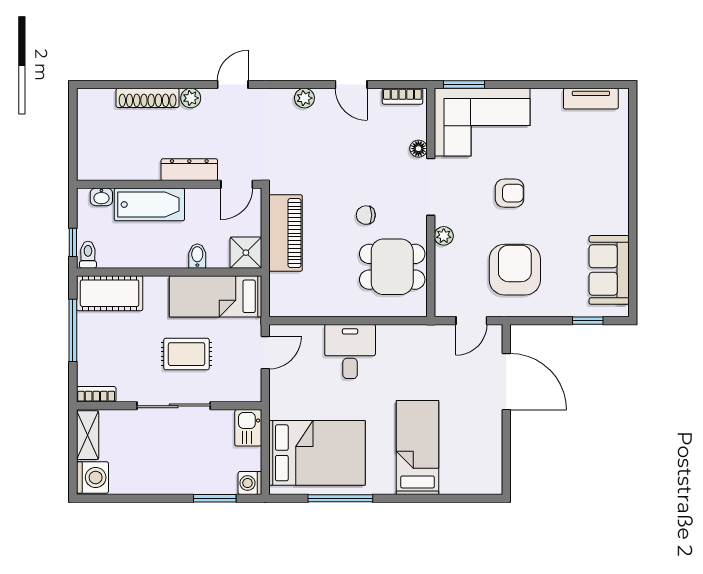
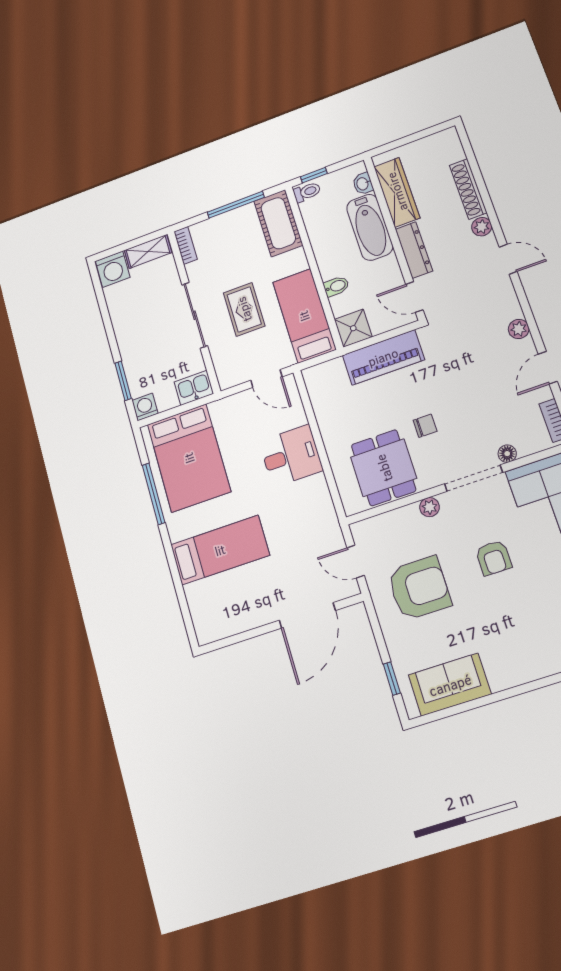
wardrobe: (124, 167) -> (397, 192), added
chair: (366, 215) -> (425, 426), turned 90

